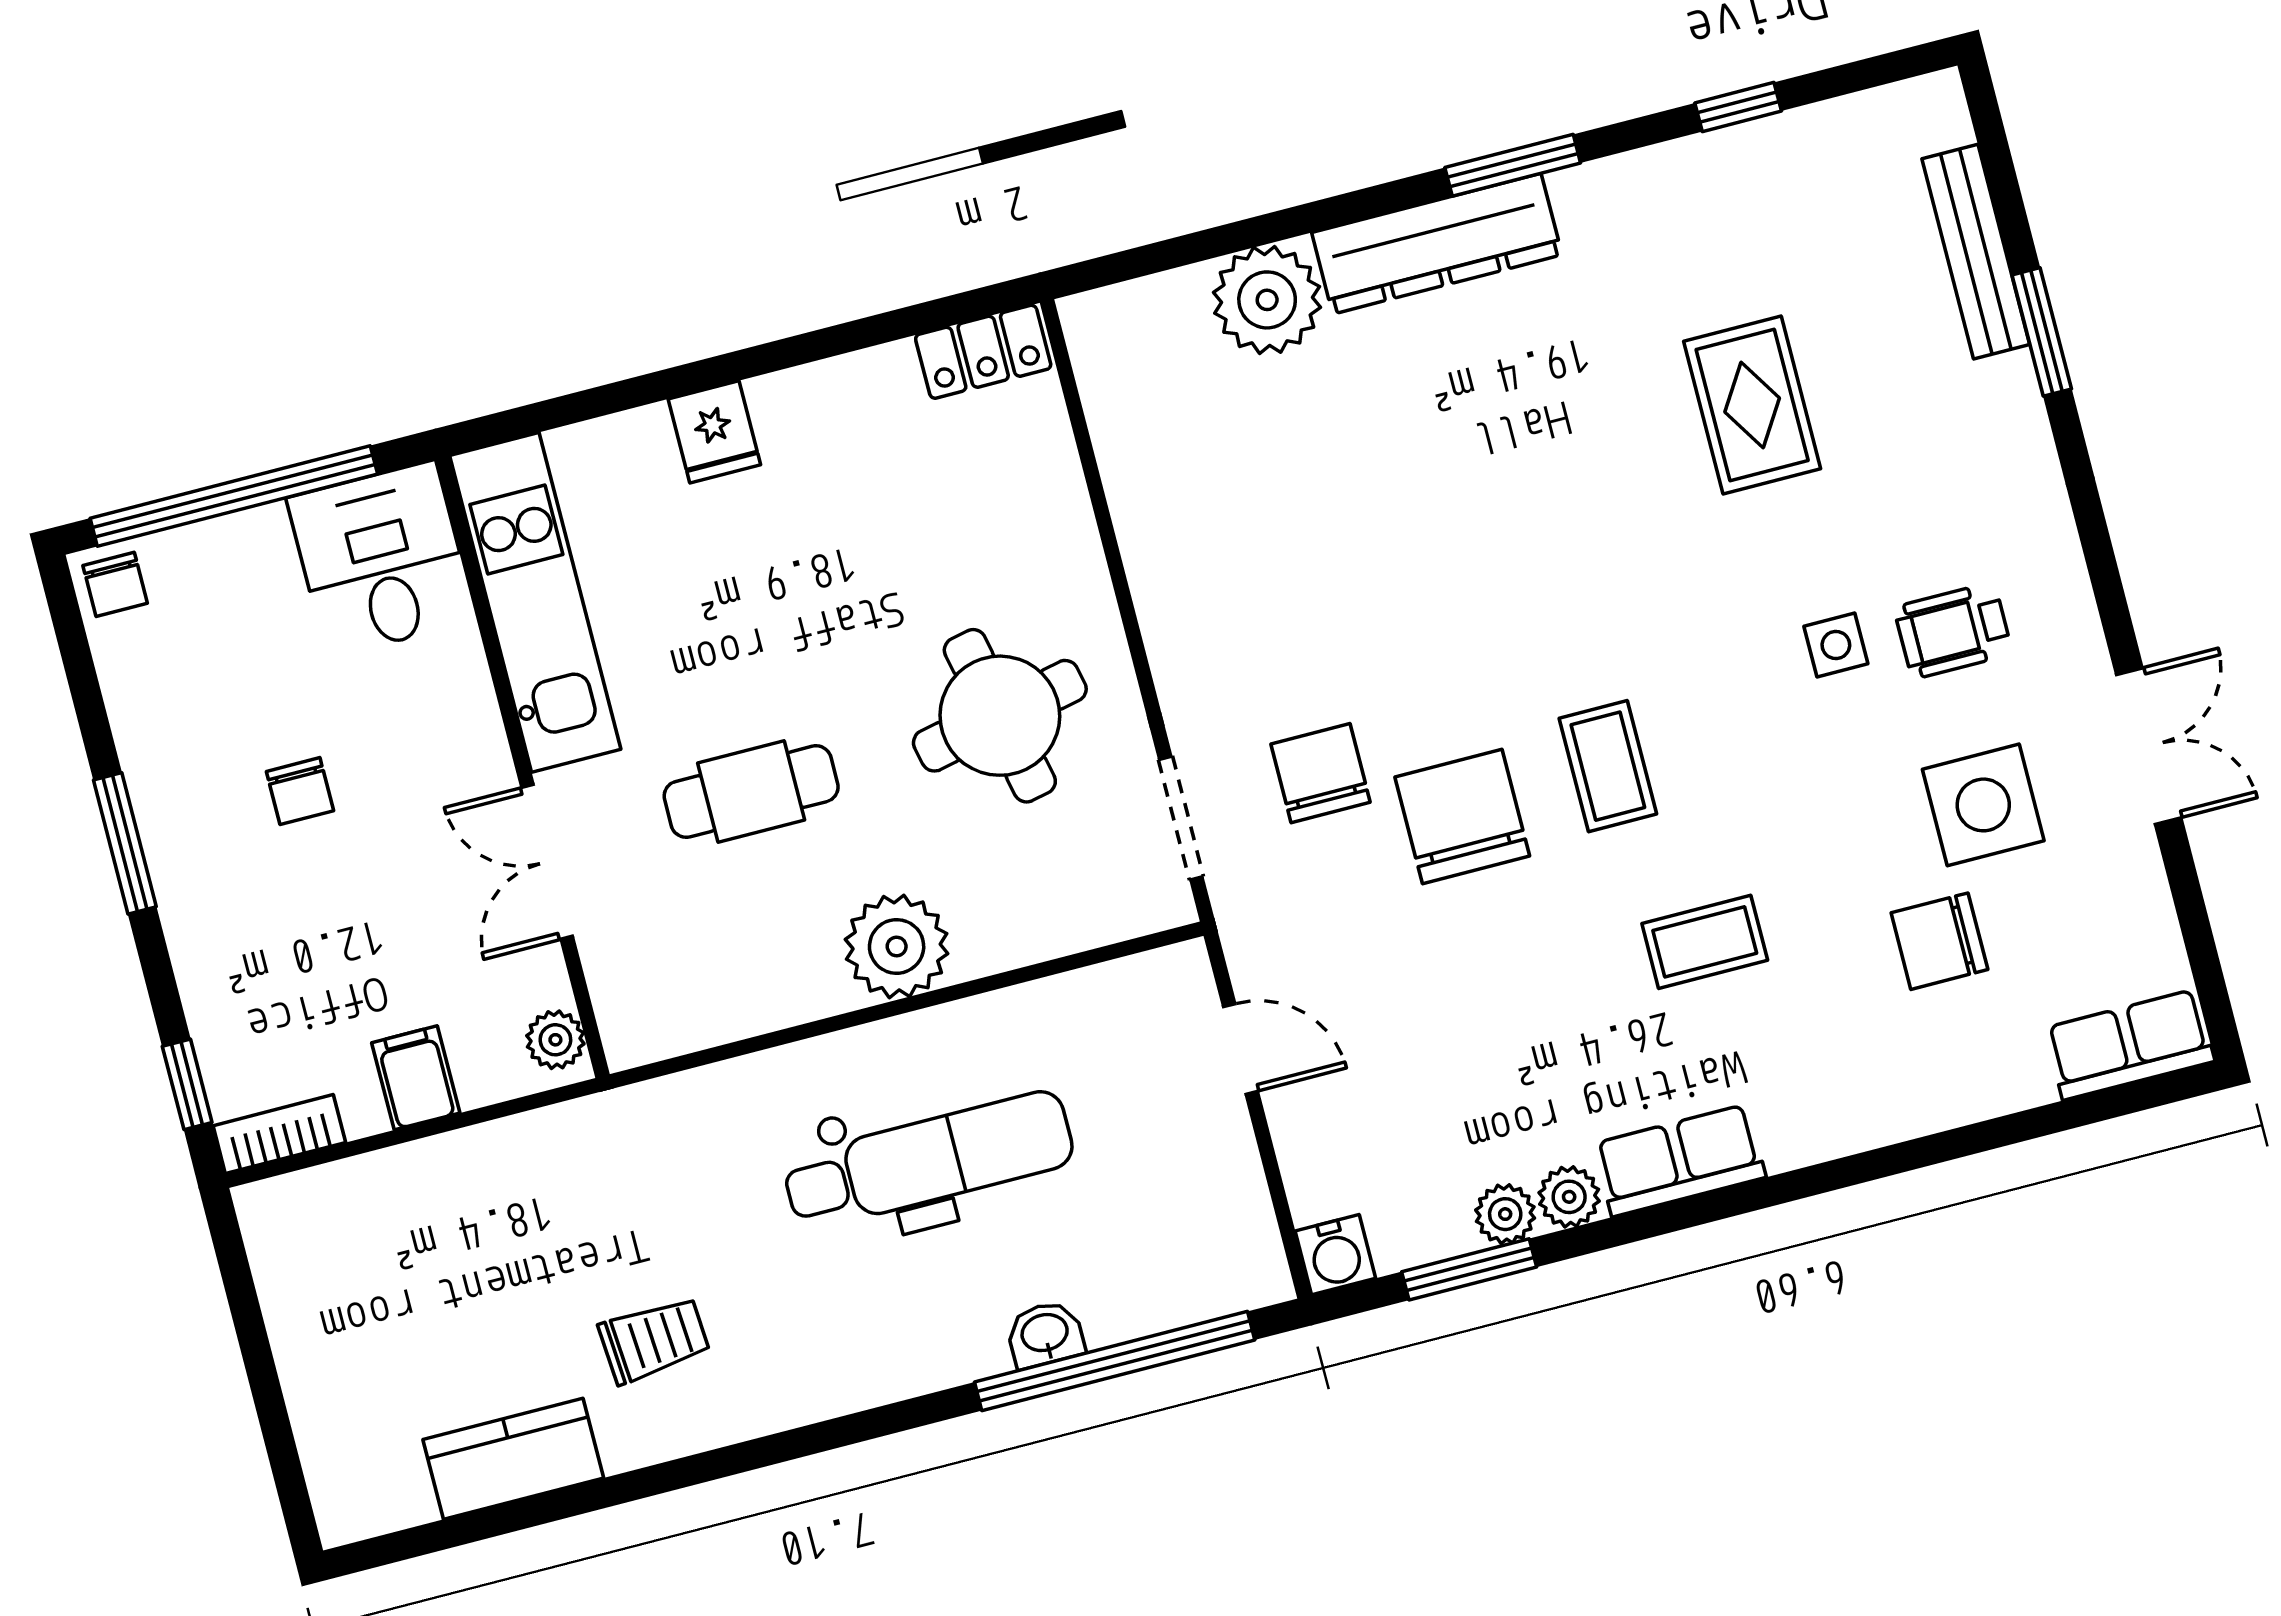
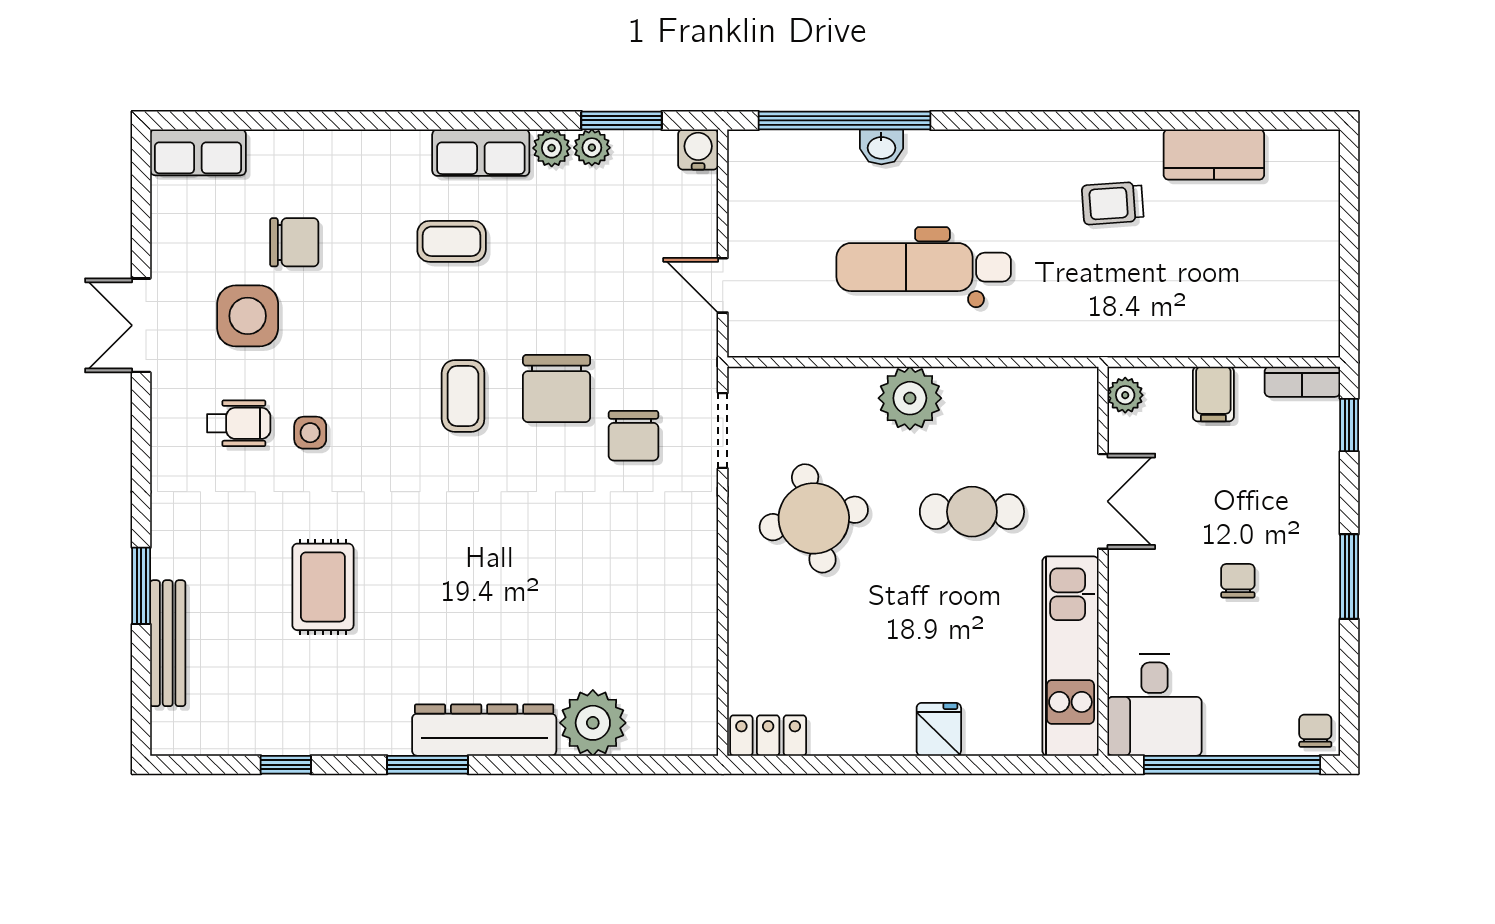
coffee table: (1705, 942) -> (452, 241), moved

